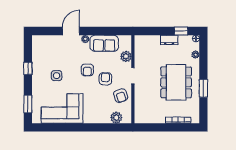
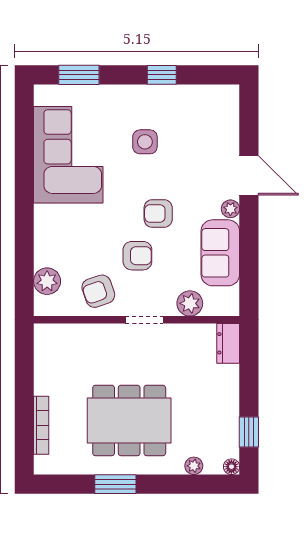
dresser: (169, 40) -> (228, 343), moved

